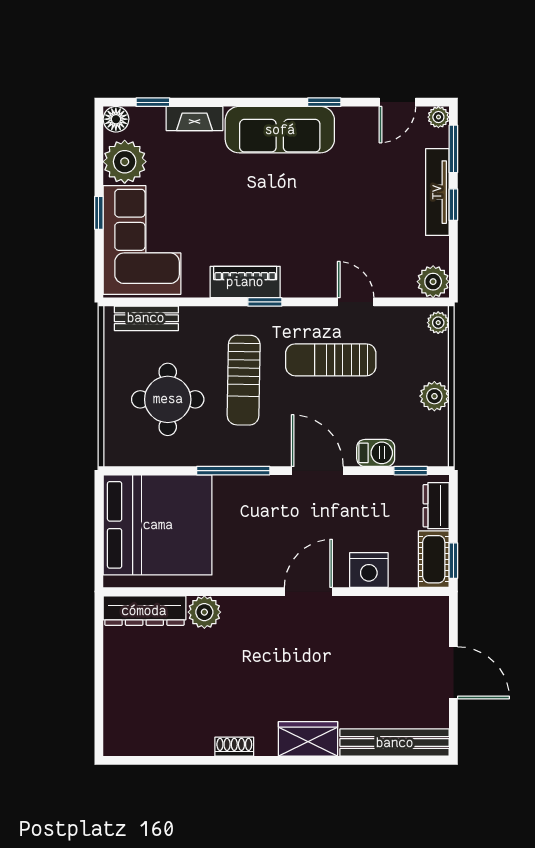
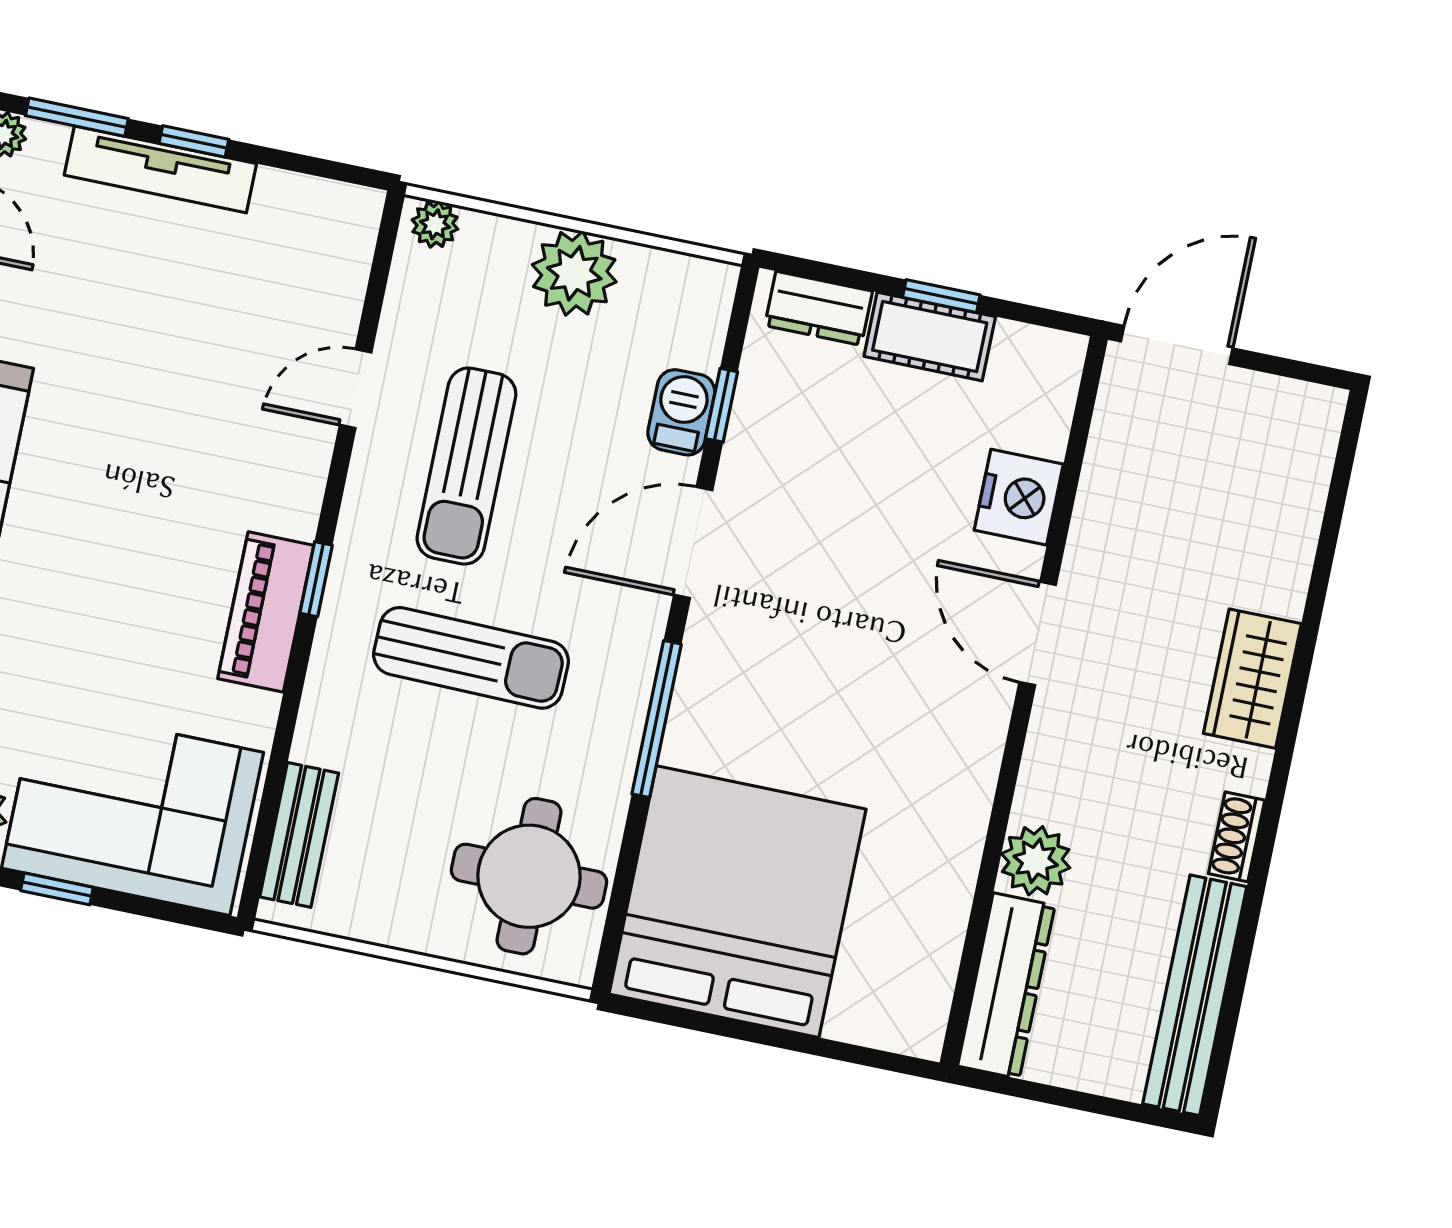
plant: (433, 282) -> (347, 217), removed
plant: (434, 396) -> (574, 273), width x1.36, depth x1.36
round table: (168, 399) -> (529, 876), moved
window: (411, 471) -> (722, 405), moved
nightstand: (369, 570) -> (1019, 497), moved
wall: (276, 592) -> (1024, 701), moved
door: (308, 592) -> (1038, 633), moved
dresser: (144, 611) -> (1006, 986), moved
plant: (204, 612) -> (1036, 861), moved
bench: (395, 743) -> (1195, 995), moved

